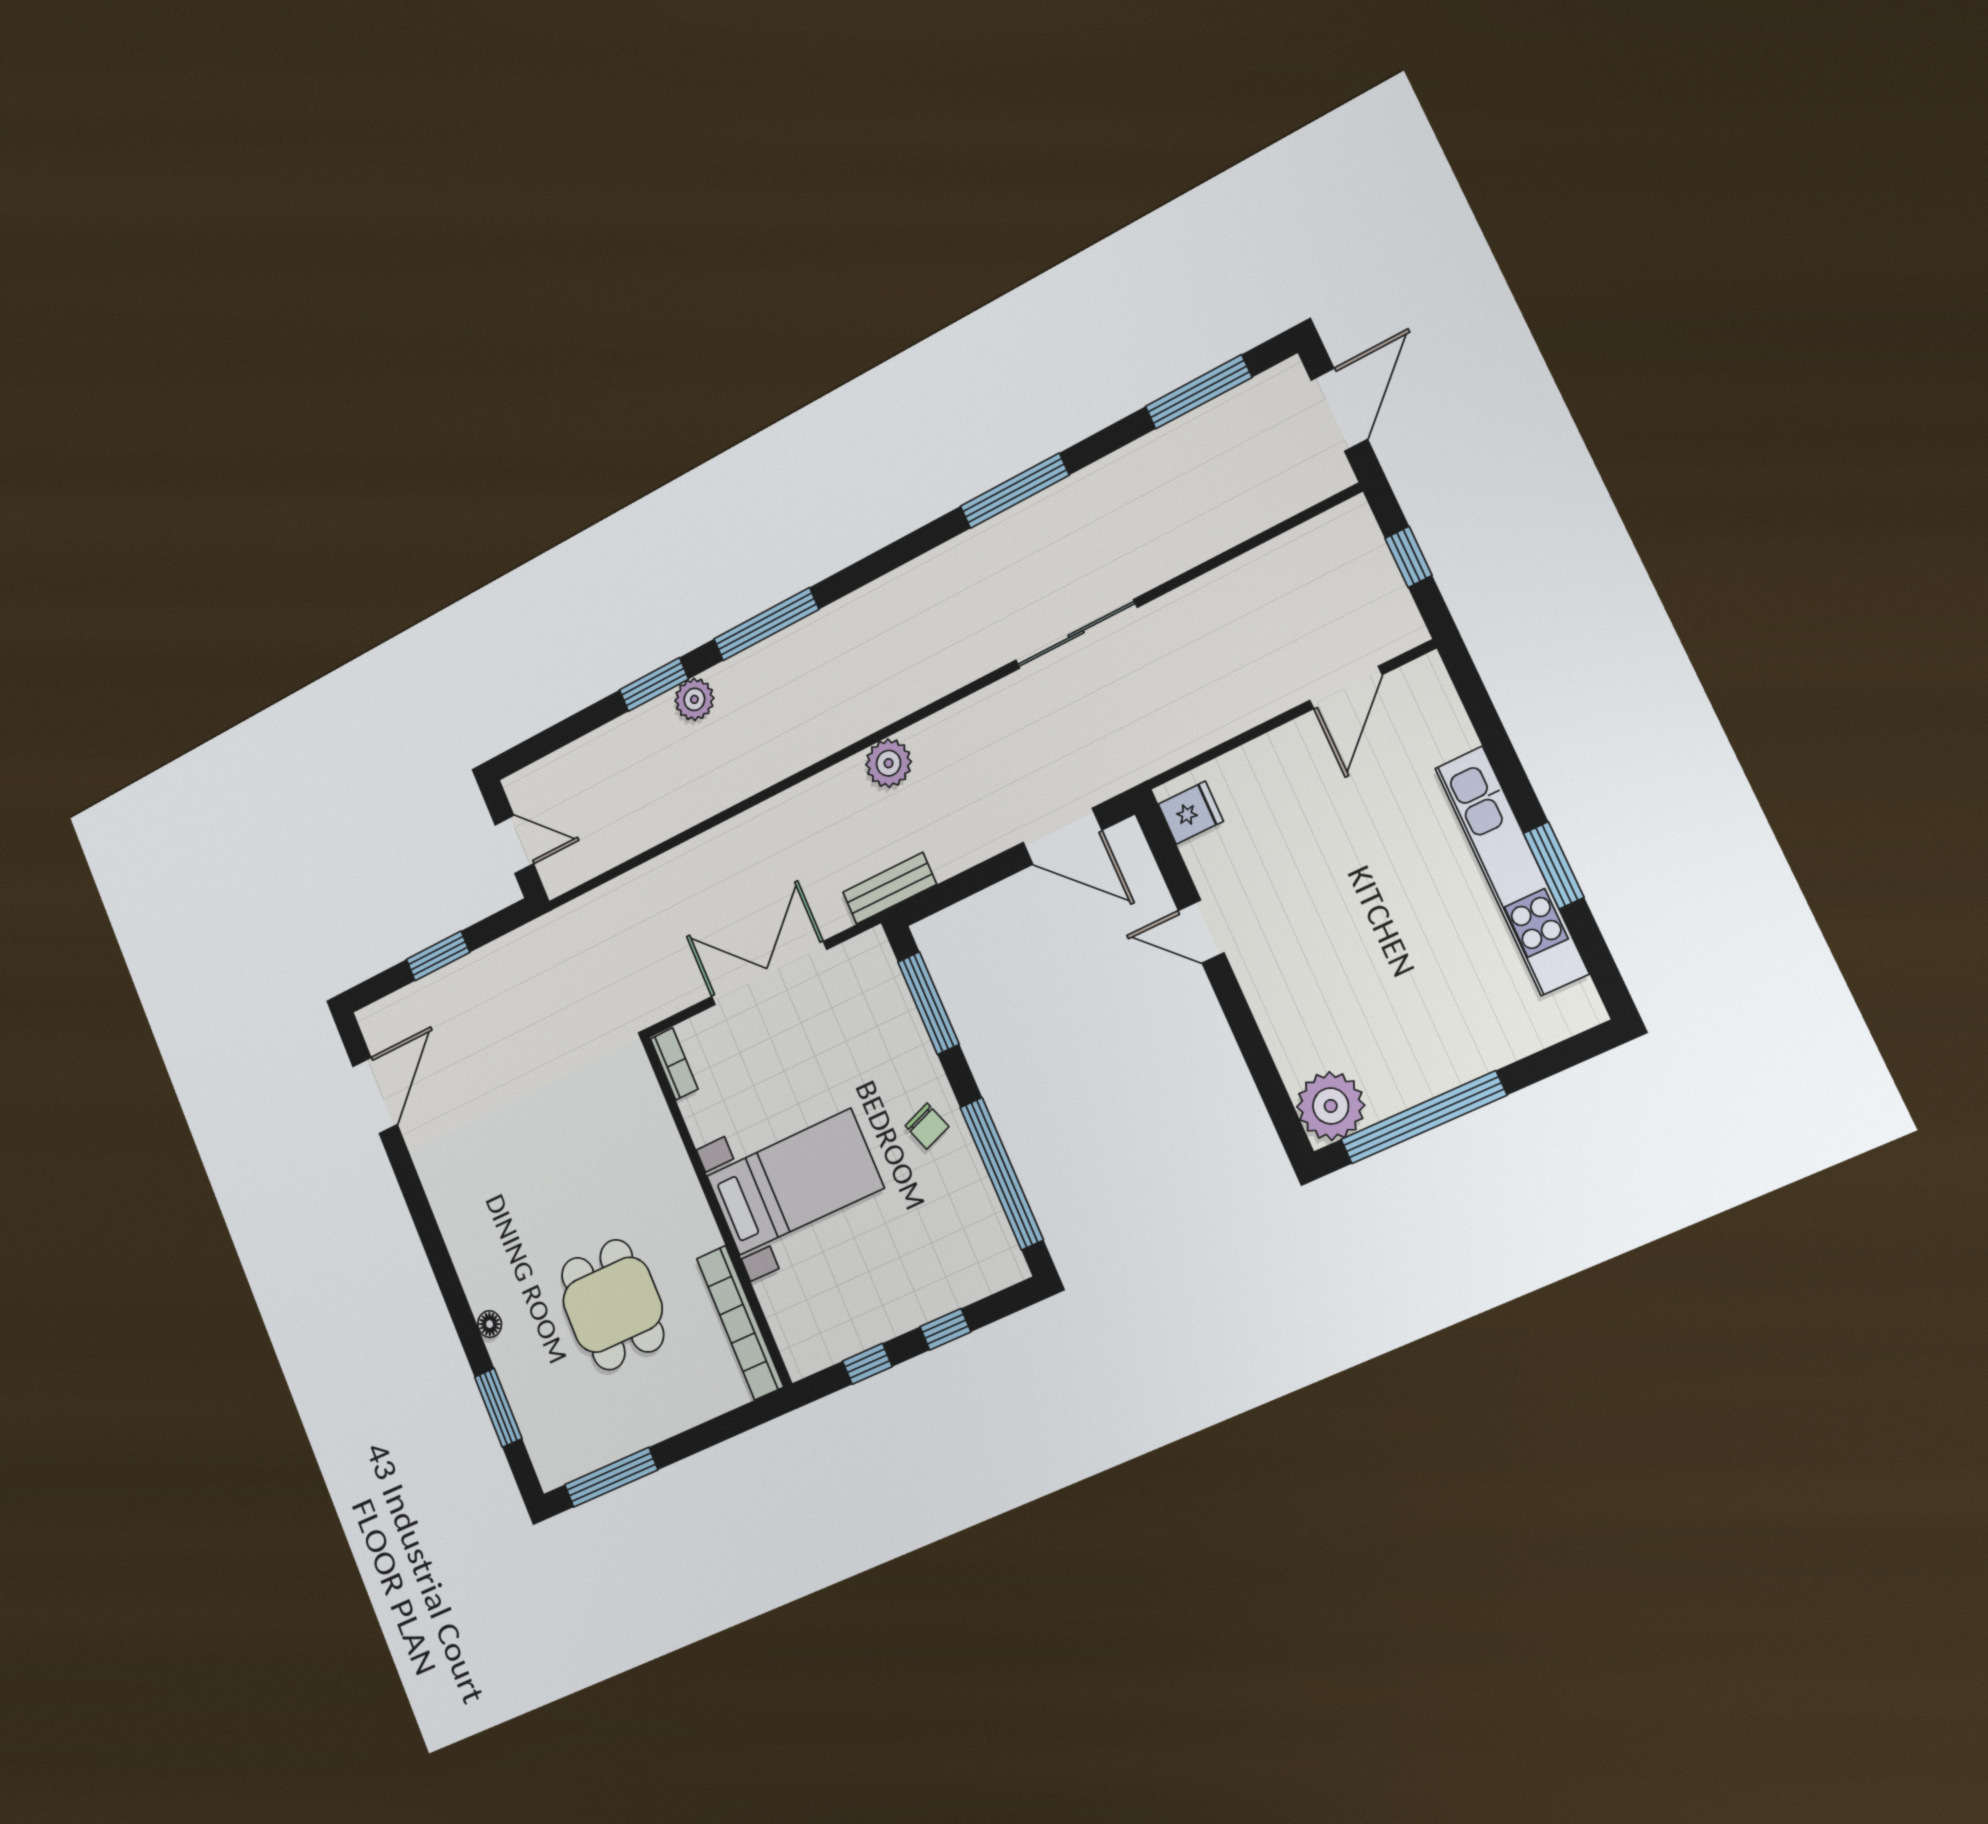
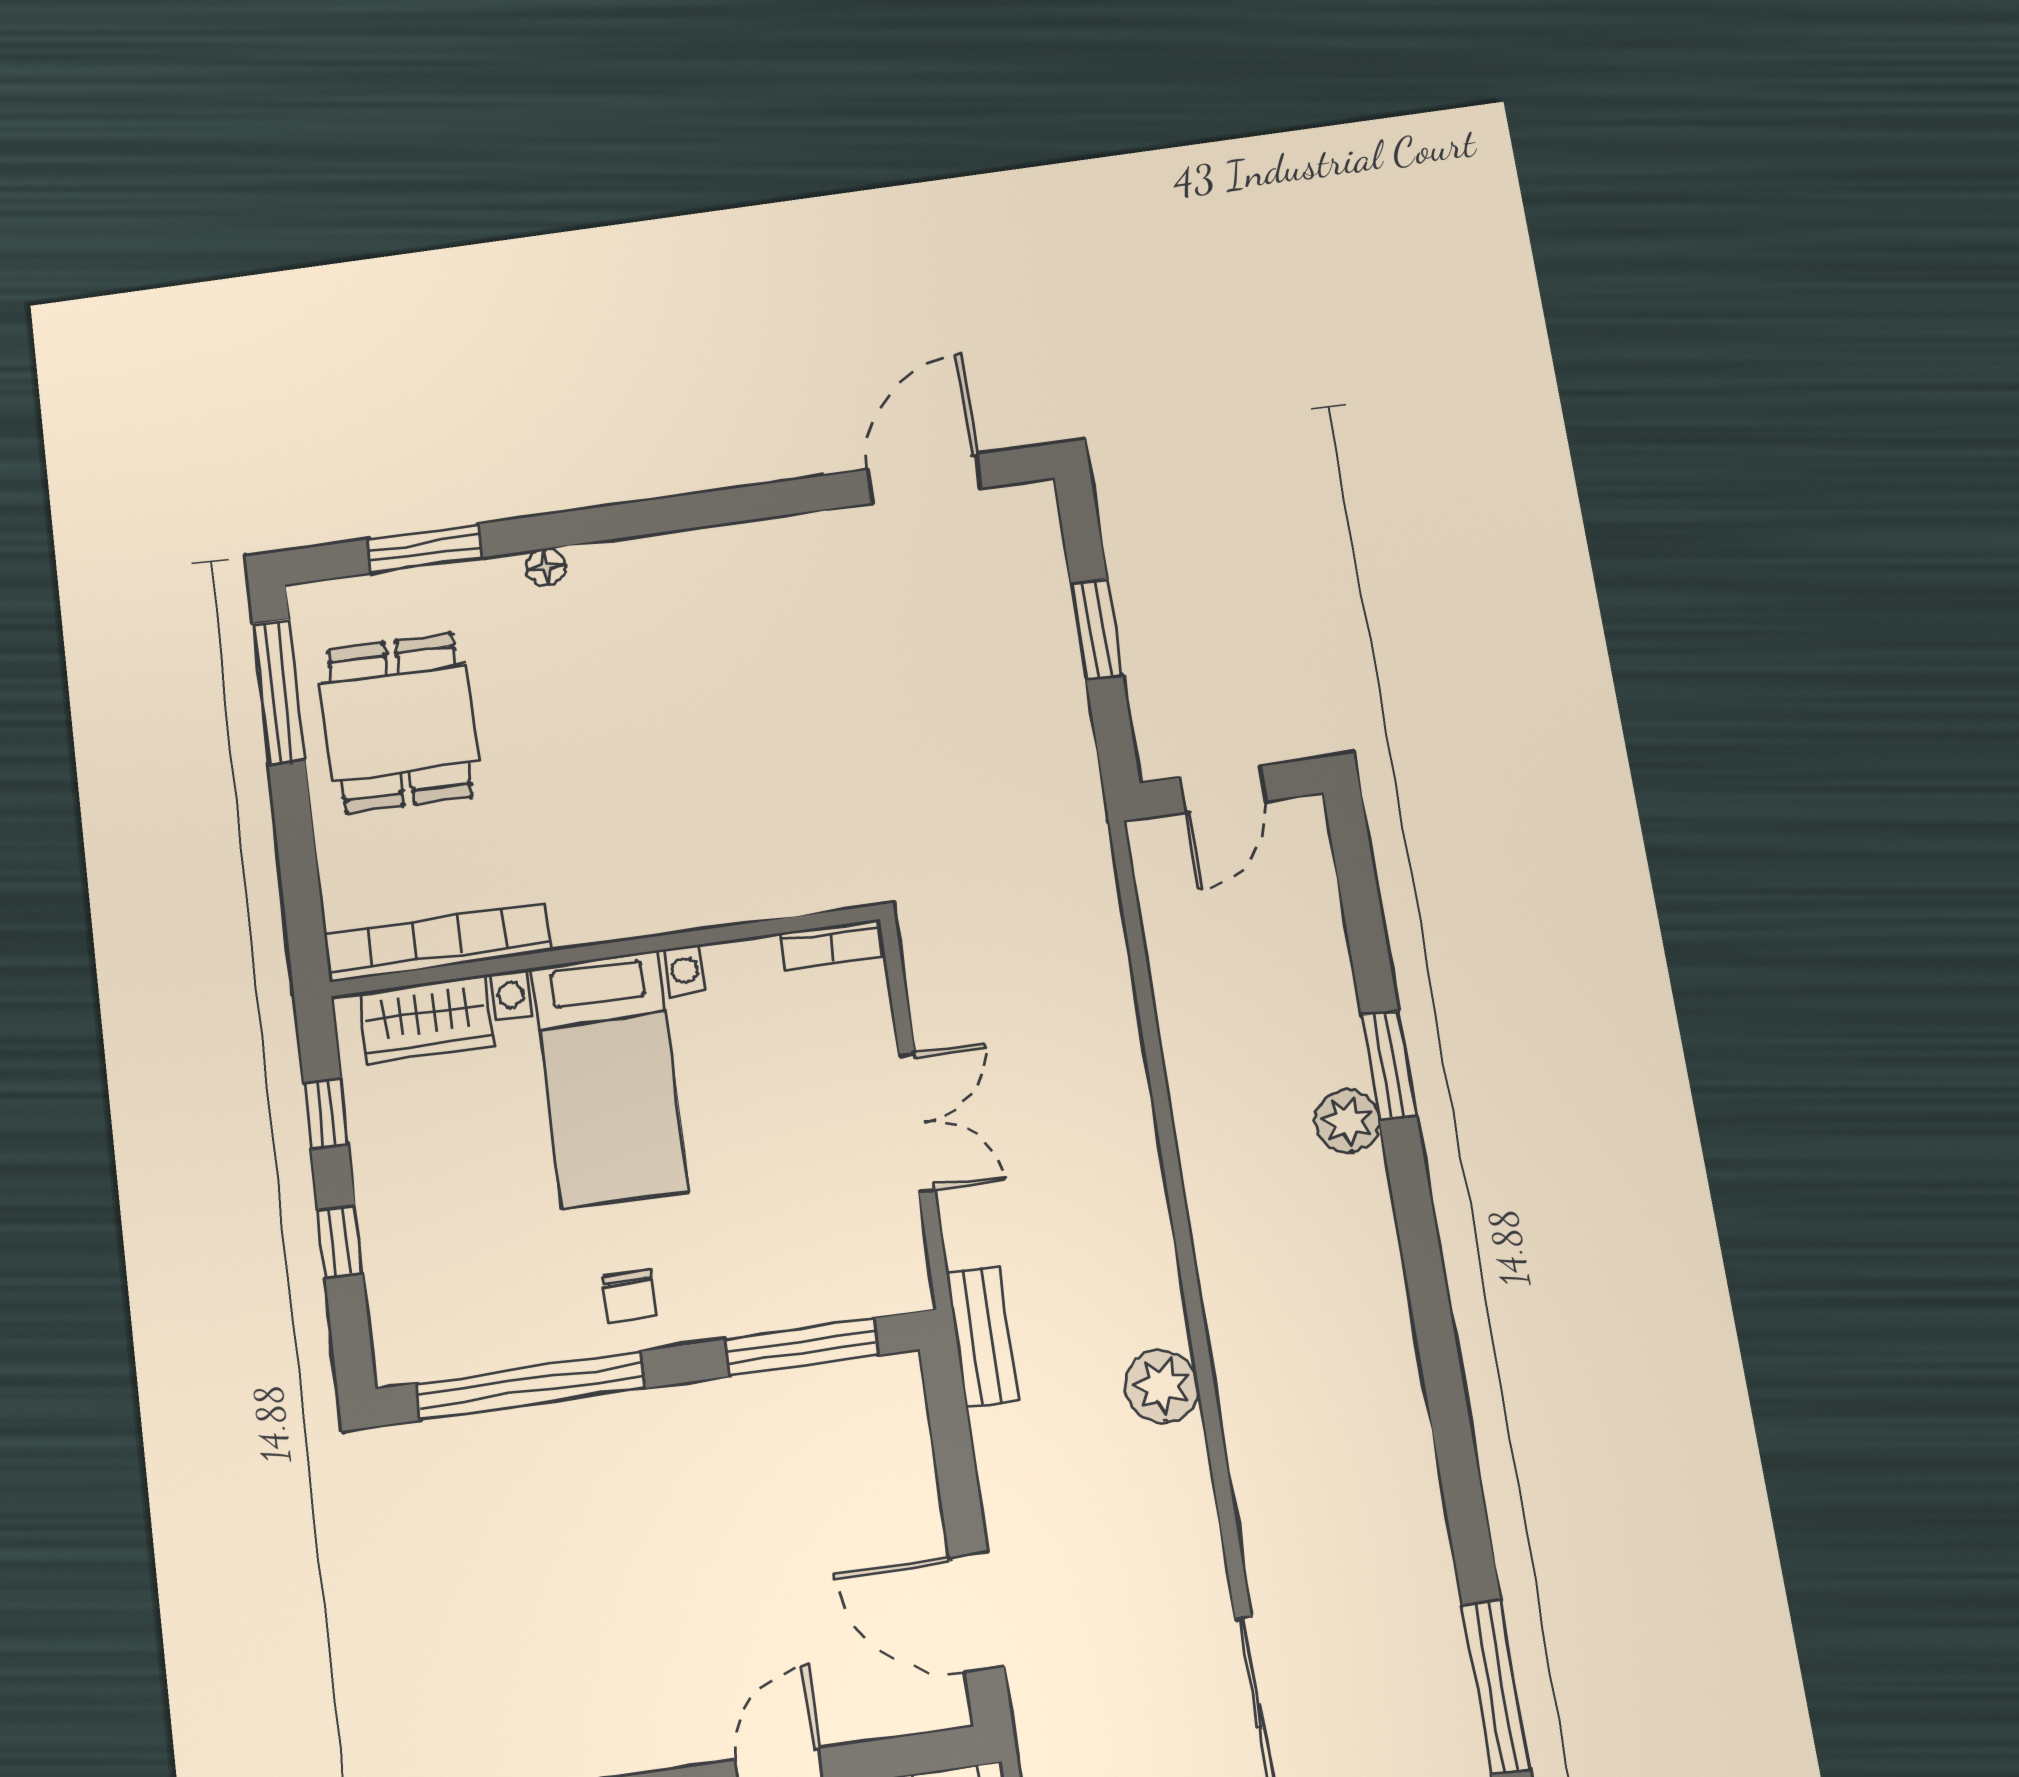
window: (766, 624) -> (1422, 1260), removed
door: (1062, 836) -> (976, 1612), hinge flipped
double door: (769, 973) -> (917, 1123), width x0.73
door: (375, 1095) -> (924, 479), swing flipped
chair: (927, 1126) -> (630, 1296), turned -70
dining table: (613, 1305) -> (399, 723), moved, turned 90
wardrobe: (790, 1315) -> (426, 1019), added

